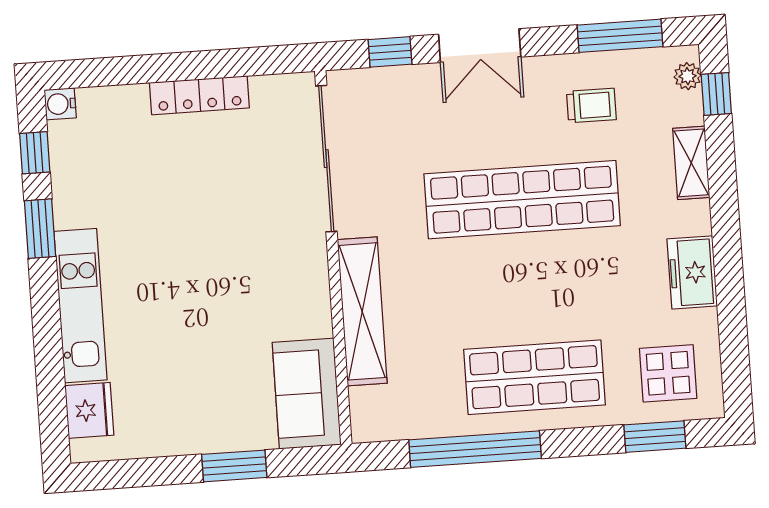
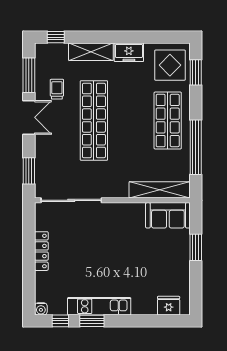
double door: (480, 46) -> (29, 117), moved
window: (390, 52) -> (29, 171), width x1.50
plant: (687, 76) -> (48, 48), removed
shelving: (691, 163) -> (91, 52), width x1.50, depth x1.33
kitchen unit: (81, 306) -> (99, 306), moved
shelving: (362, 311) -> (160, 190), moved
display table: (668, 373) -> (170, 65), width x1.36, depth x1.36

